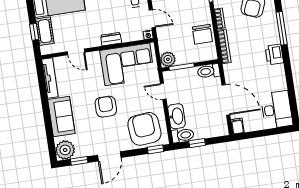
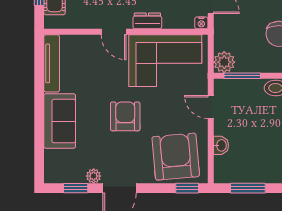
door: (76, 52) -> (114, 32), moved
washbasin: (177, 116) -> (221, 145), width x0.52, depth x0.69
toilet: (183, 135) -> (229, 174), removed
window: (197, 143) -> (248, 188), width x1.50
plant: (65, 150) -> (94, 176), moved, width x0.53, depth x0.53

